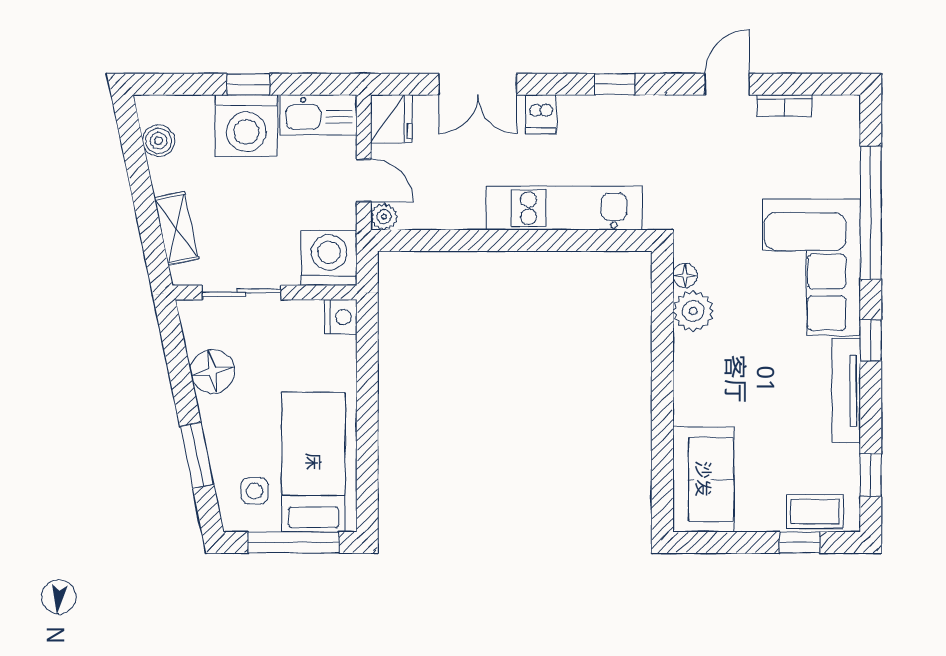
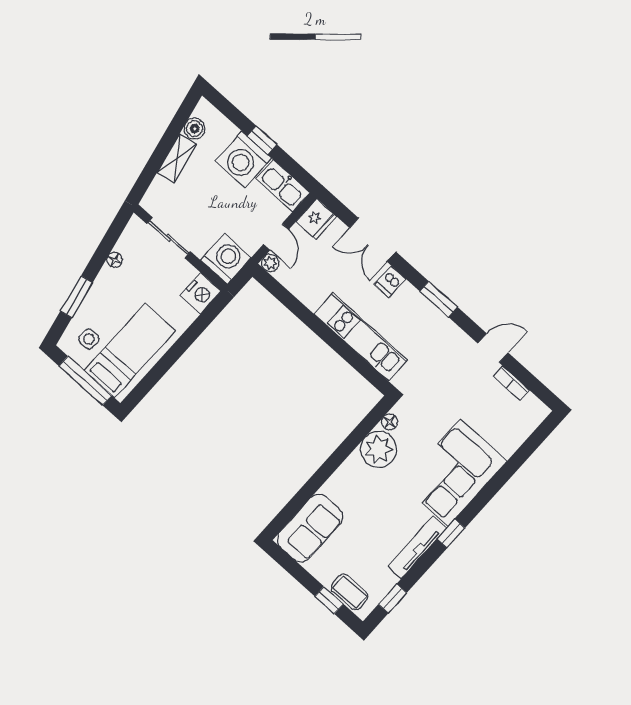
window: (615, 84) -> (439, 299), width x1.50
window: (871, 213) -> (506, 472), removed
shelving: (176, 228) -> (177, 158), moved
plant: (693, 311) -> (379, 449), width x1.36, depth x1.36
nightstand: (341, 317) -> (201, 293), width x1.36, depth x1.33
floor lamp: (213, 371) -> (115, 260), width x0.53, depth x0.53

